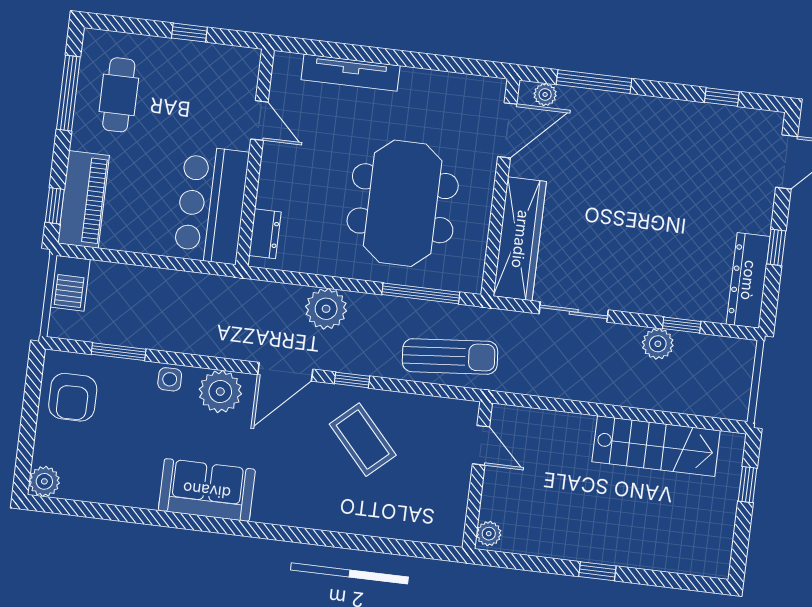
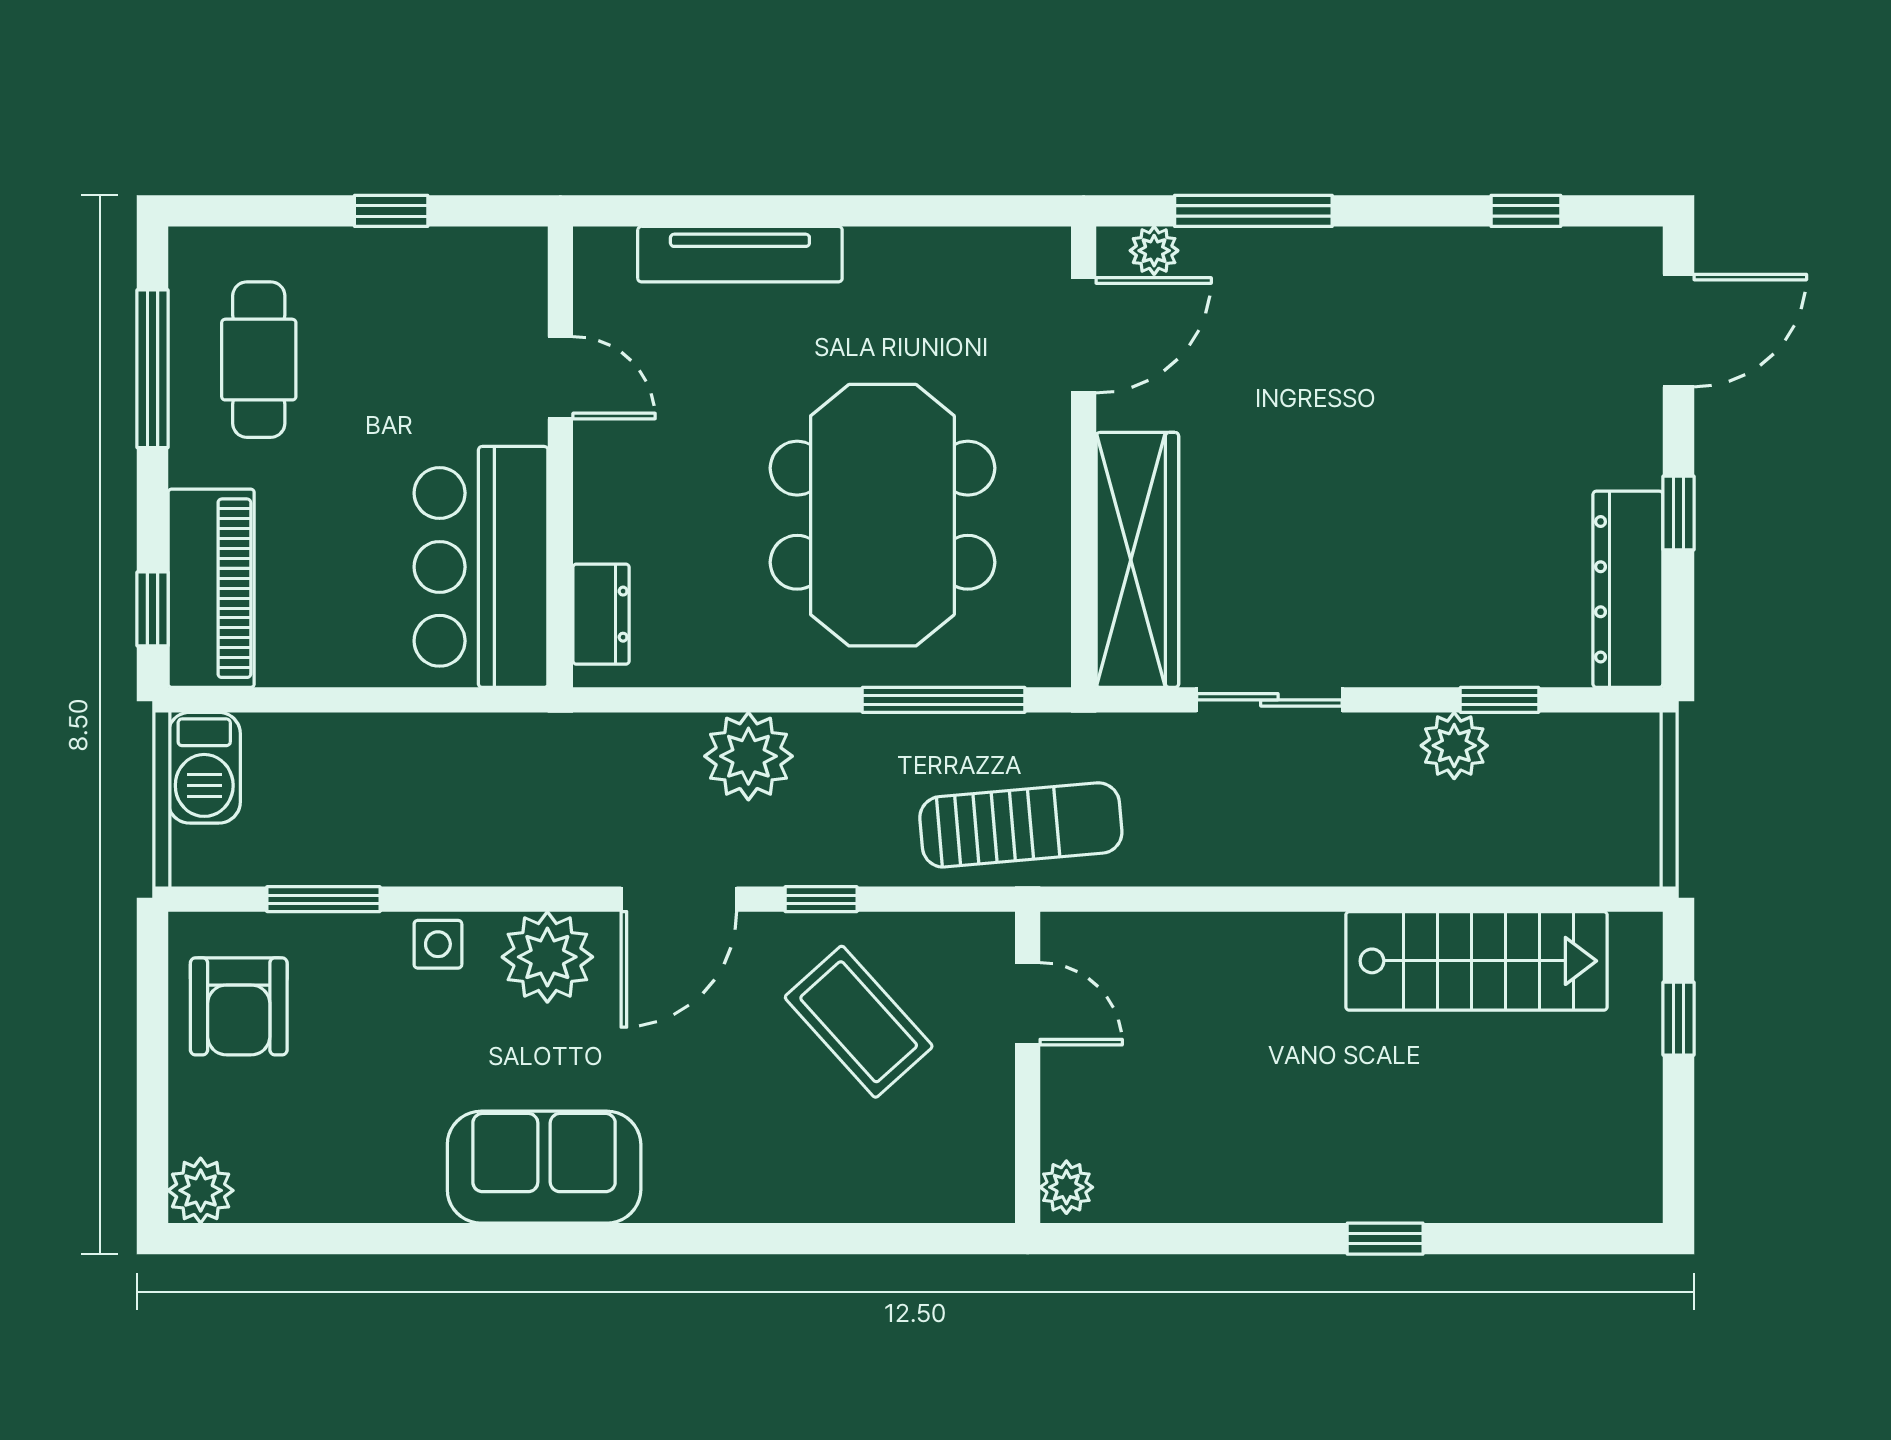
door: (481, 445) -> (1028, 1004), moved
wall: (477, 475) -> (1028, 1067), moved
plant: (489, 534) -> (1066, 1187), moved

